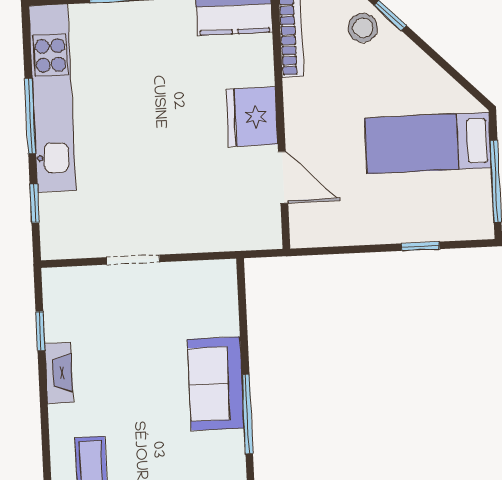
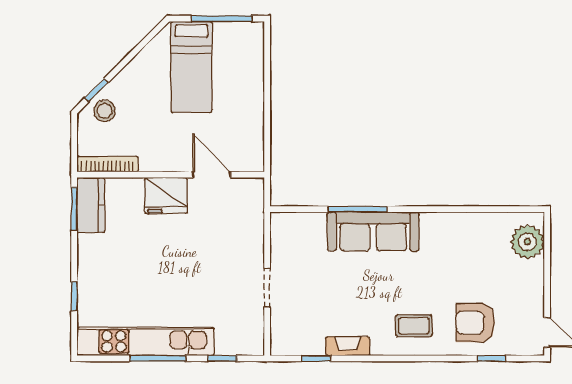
door: (283, 177) -> (212, 175), hinge flipped
window: (420, 246) -> (267, 76), removed
sofa: (216, 384) -> (373, 231), width x1.36
window: (247, 414) -> (358, 209), moved

